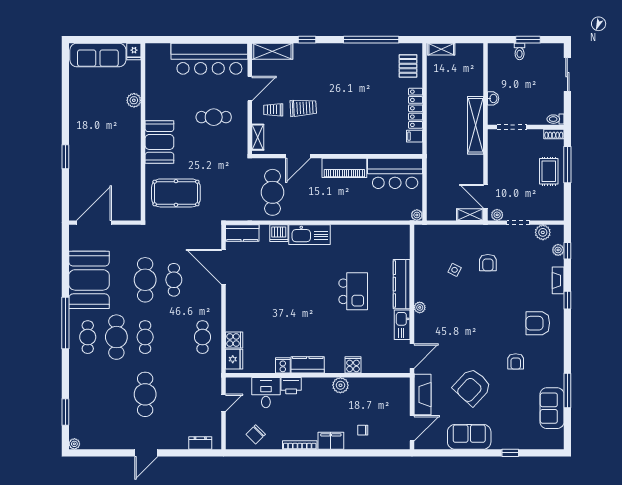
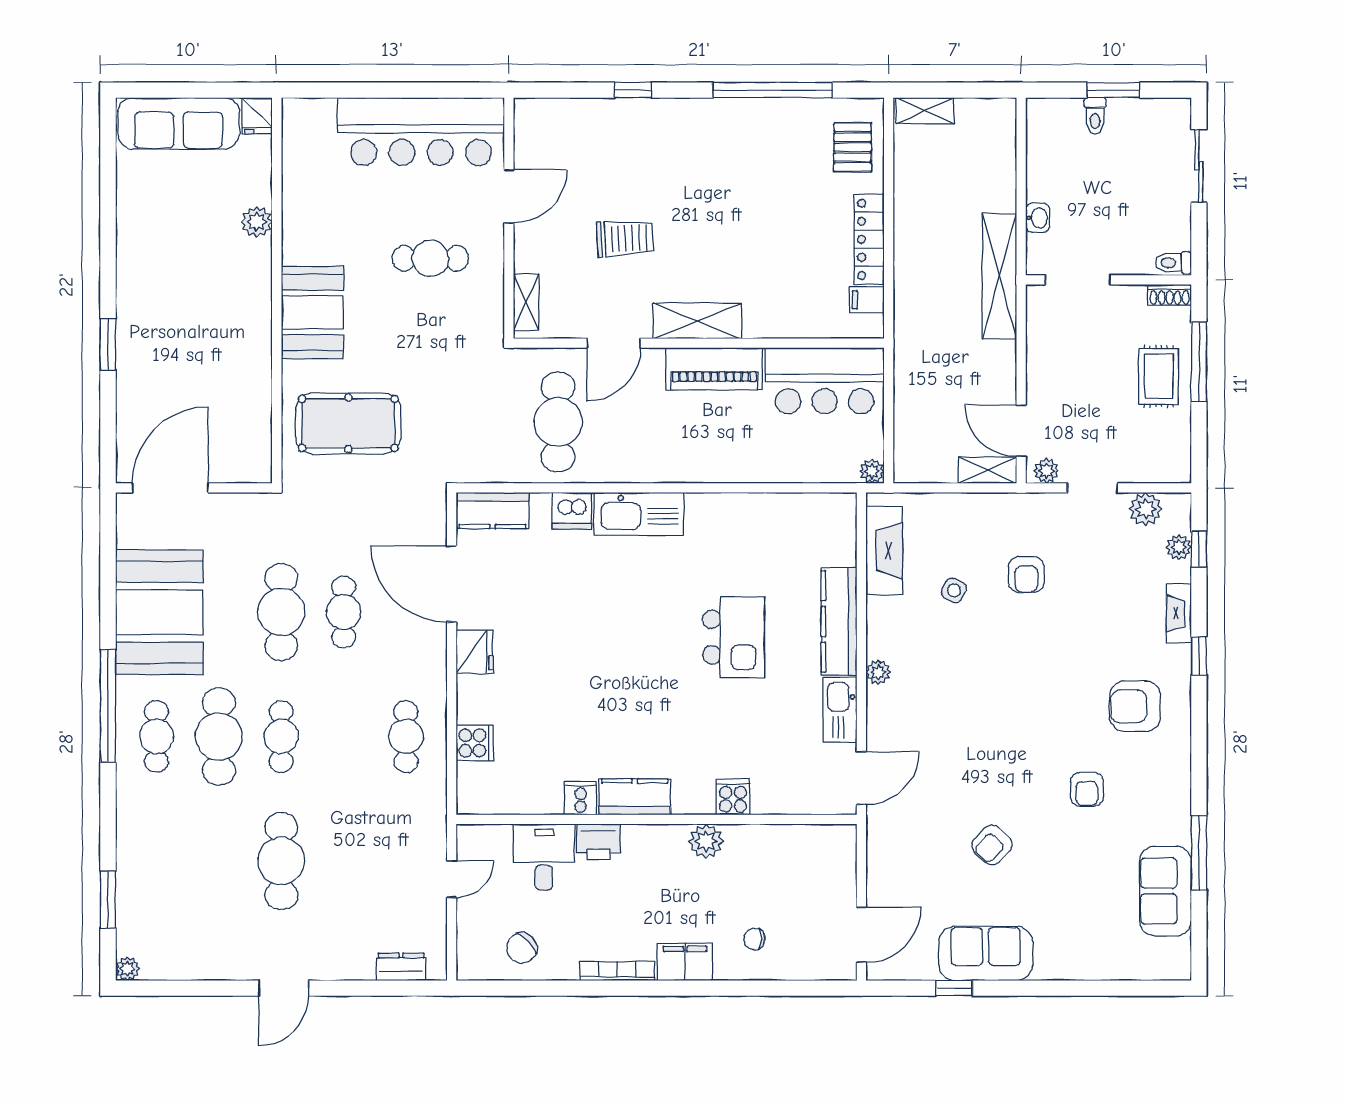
shelving: (272, 51) -> (697, 321), moved
trolley: (273, 110) -> (560, 243), removed
fridge: (234, 359) -> (475, 652), moved
armchair: (472, 387) -> (992, 845), width x0.53, depth x0.53
fireplace: (422, 395) -> (884, 551), moved
window: (510, 453) -> (954, 988), moved

